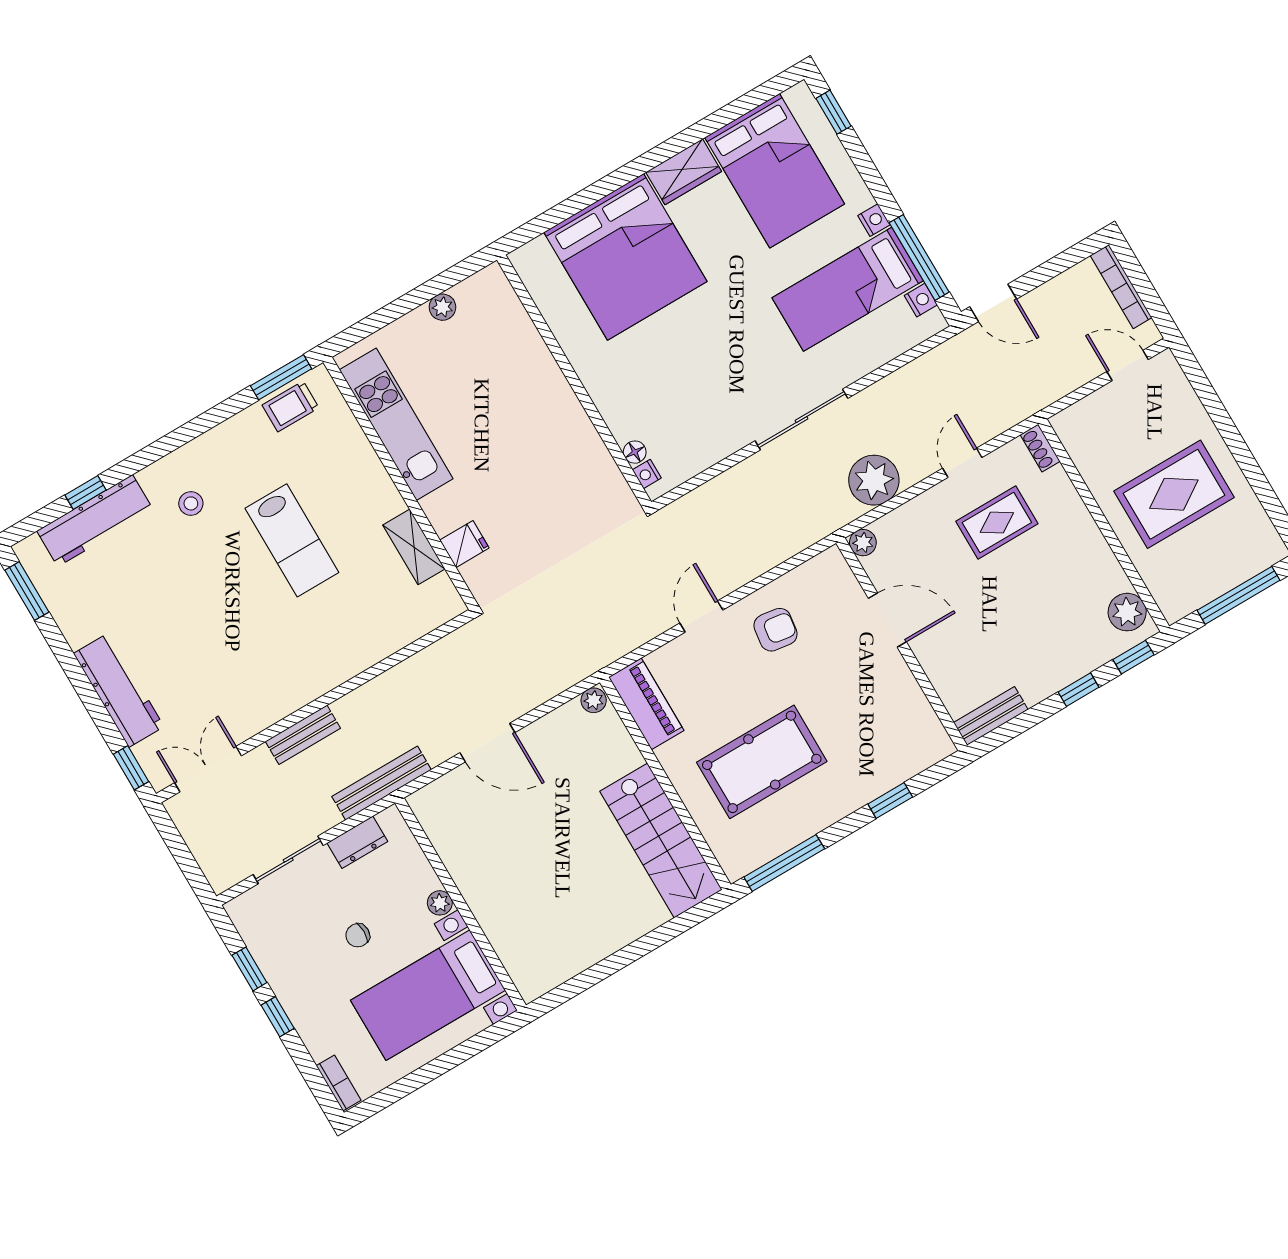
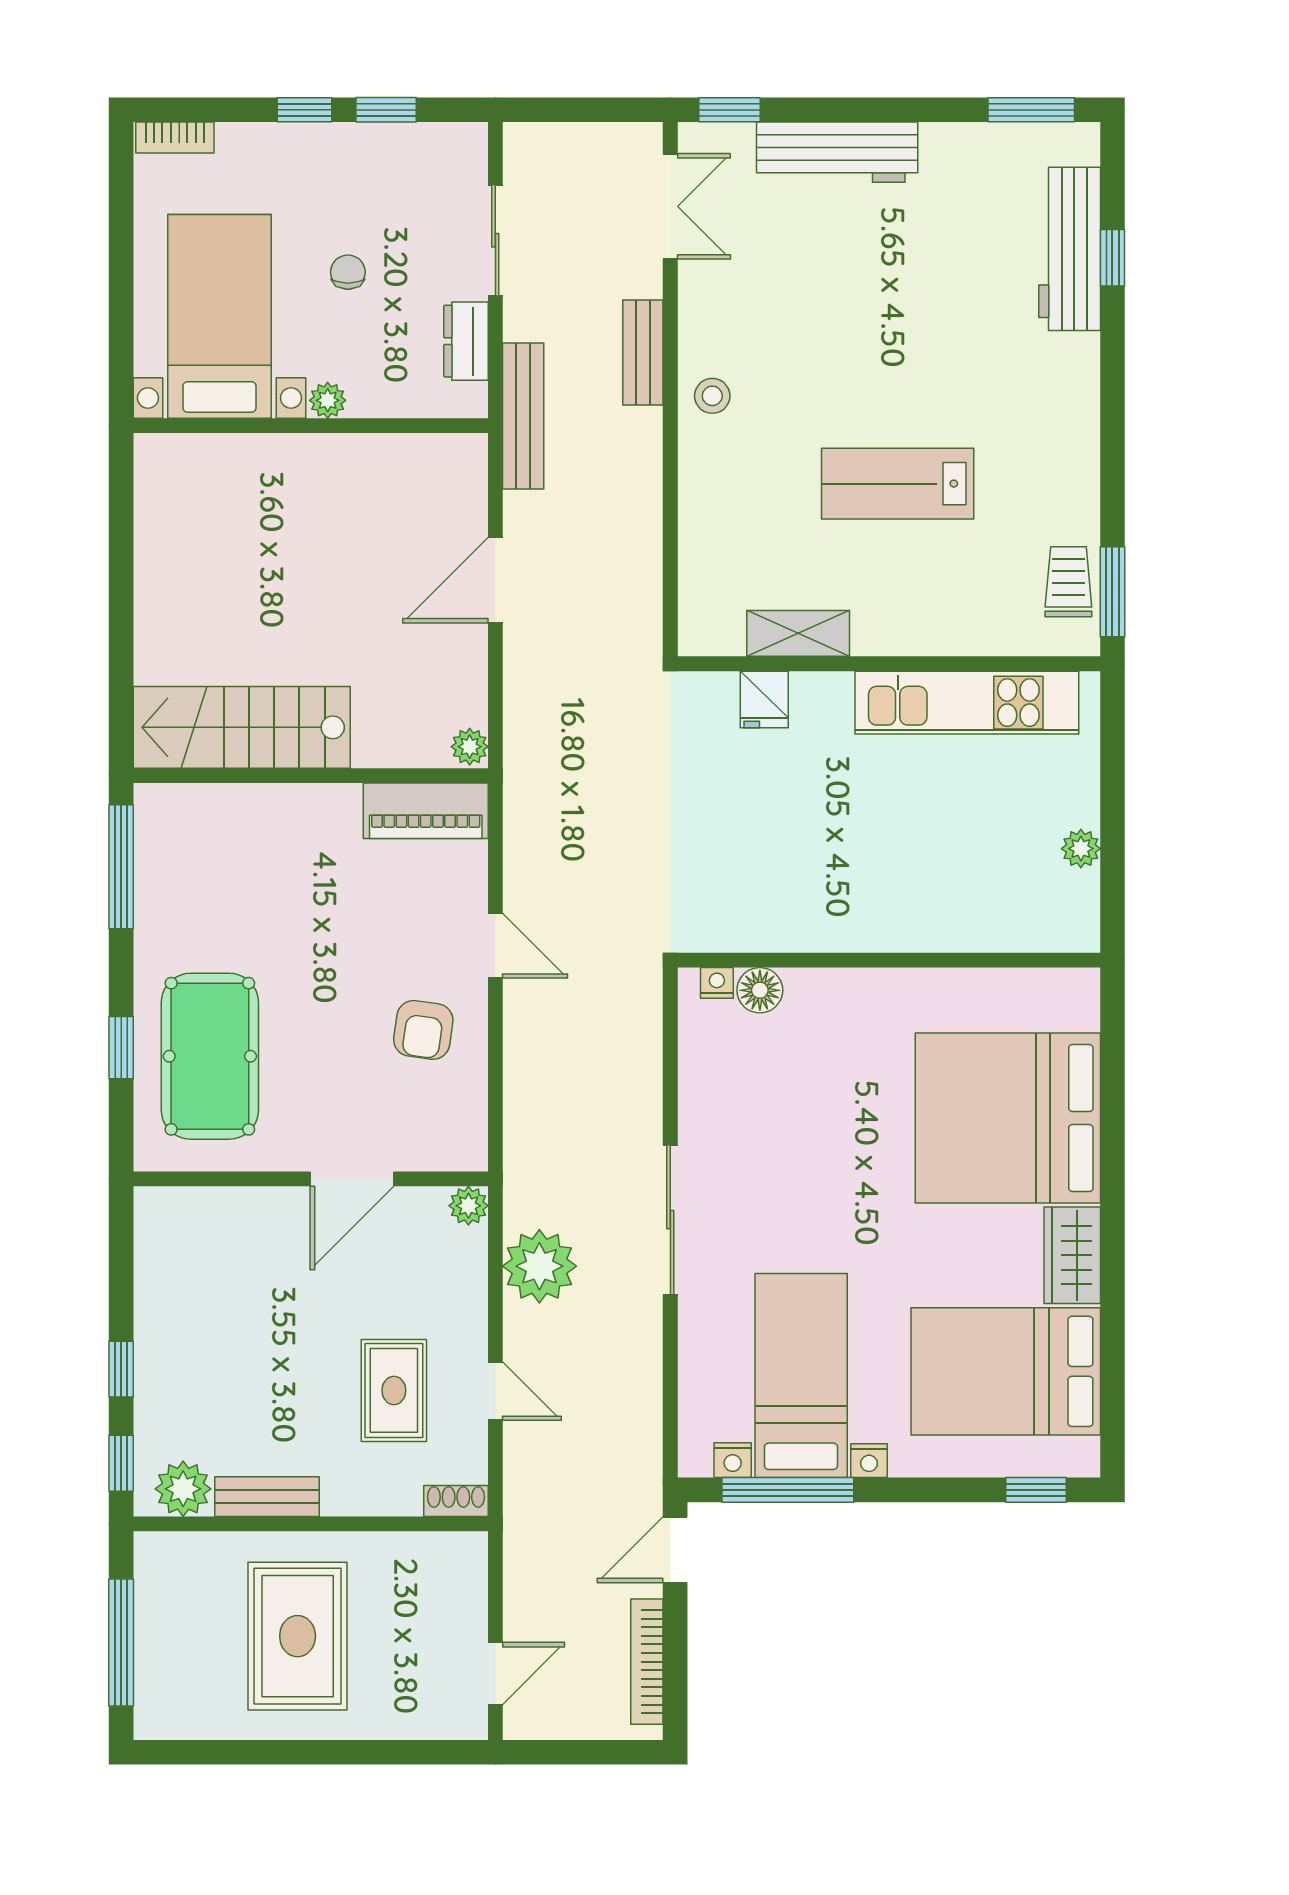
bookcase: (1121, 287) -> (647, 1662), moved, turned -90
floor lamp: (635, 452) -> (760, 990), width x1.37, depth x1.37
stool: (191, 503) -> (712, 396), moved
bench: (991, 716) -> (267, 1497), moved, turned 90
pool table: (762, 762) -> (210, 1056), moved

